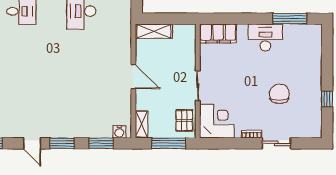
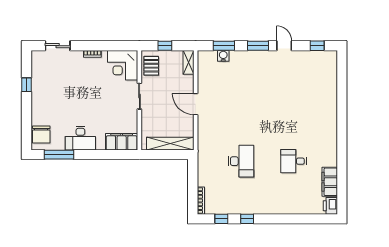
shelving: (154, 31) -> (170, 144), width x1.47
chair: (279, 94) -> (41, 134), moved
water cooler: (119, 132) -> (223, 56), moved
window: (169, 143) -> (165, 46), width x0.46
sliding door: (276, 143) -> (58, 46), moved

